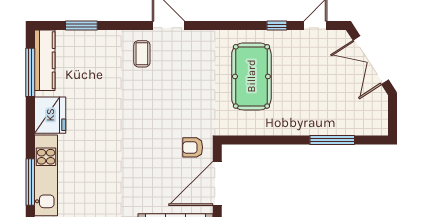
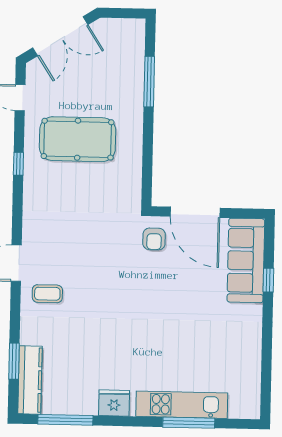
window: (277, 26) -> (18, 164), moved
kitchen counter: (45, 60) -> (30, 380), moved, turned 90
pool table: (251, 76) -> (78, 139), moved
fridge: (50, 115) -> (114, 403), width x0.73, depth x0.75

